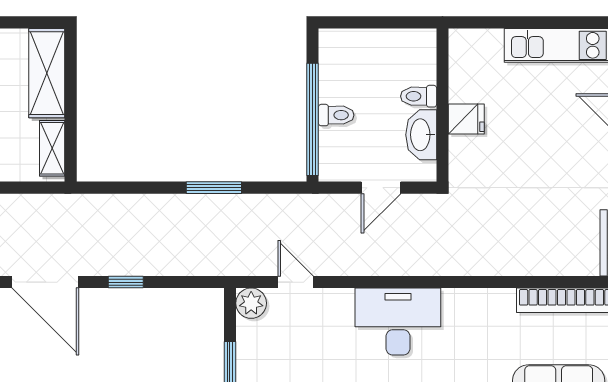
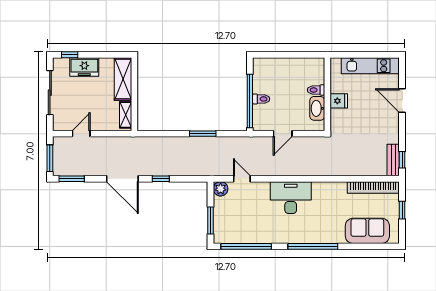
toilet: (419, 96) -> (316, 90), moved
wall: (442, 105) -> (327, 94), moved
fridge: (466, 119) -> (339, 101), moved
washbasin: (421, 135) -> (317, 108), moved

